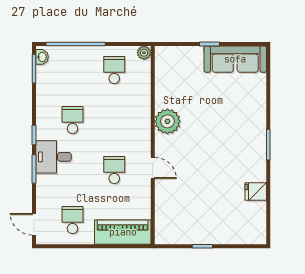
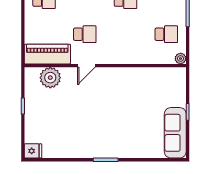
plant: (167, 121) -> (50, 78), moved
fridge: (256, 192) -> (33, 151), moved, turned 90
piano: (123, 232) -> (47, 54), moved, turned -90

